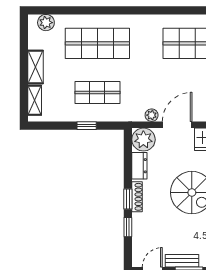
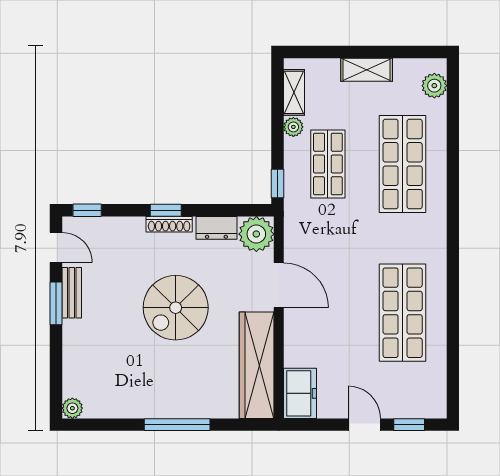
shelving: (35, 100) -> (294, 92), moved, turned 90
plant: (152, 115) -> (293, 127), moved
window: (87, 126) -> (278, 183), moved
window: (128, 227) -> (87, 210), moved

